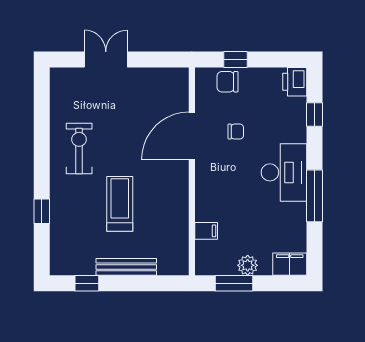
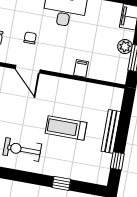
door: (192, 136) -> (28, 69), width x0.73
filing cabinet: (206, 231) -> (81, 68), moved

